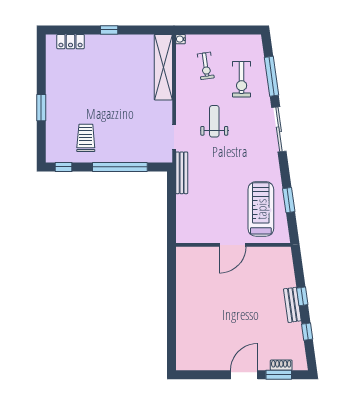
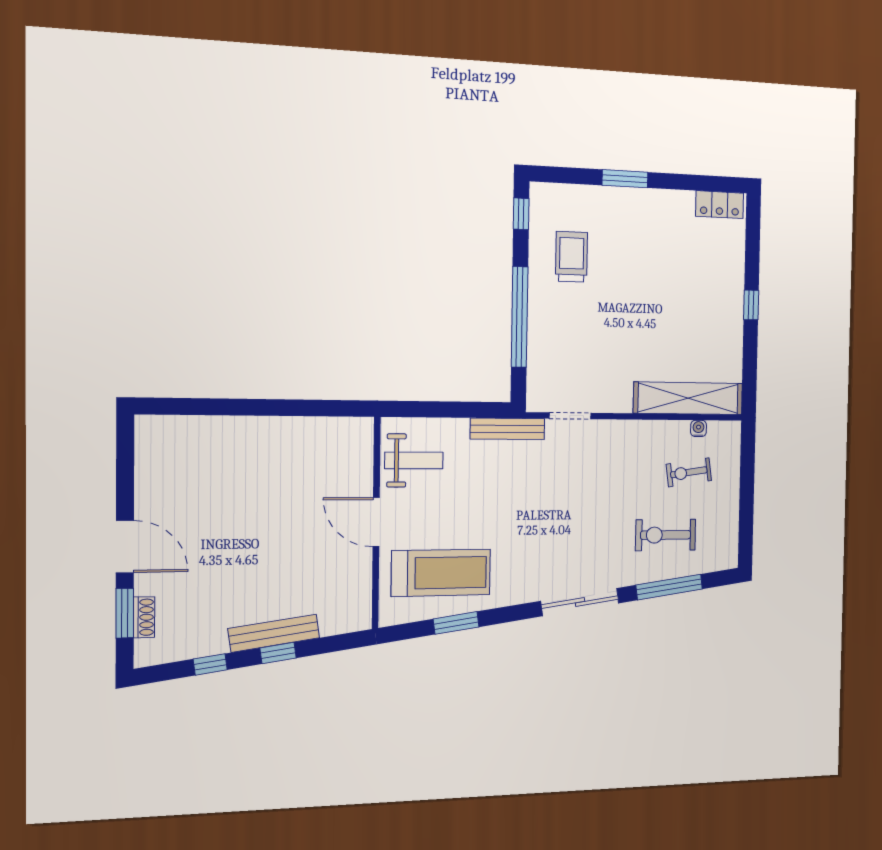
water cooler: (181, 39) -> (698, 428), moved
locker: (71, 42) -> (720, 205), moved, turned -90
weight bench: (214, 121) -> (414, 460), moved
trolley: (86, 138) -> (572, 257), turned -90
bench: (292, 305) -> (274, 633), width x1.36

